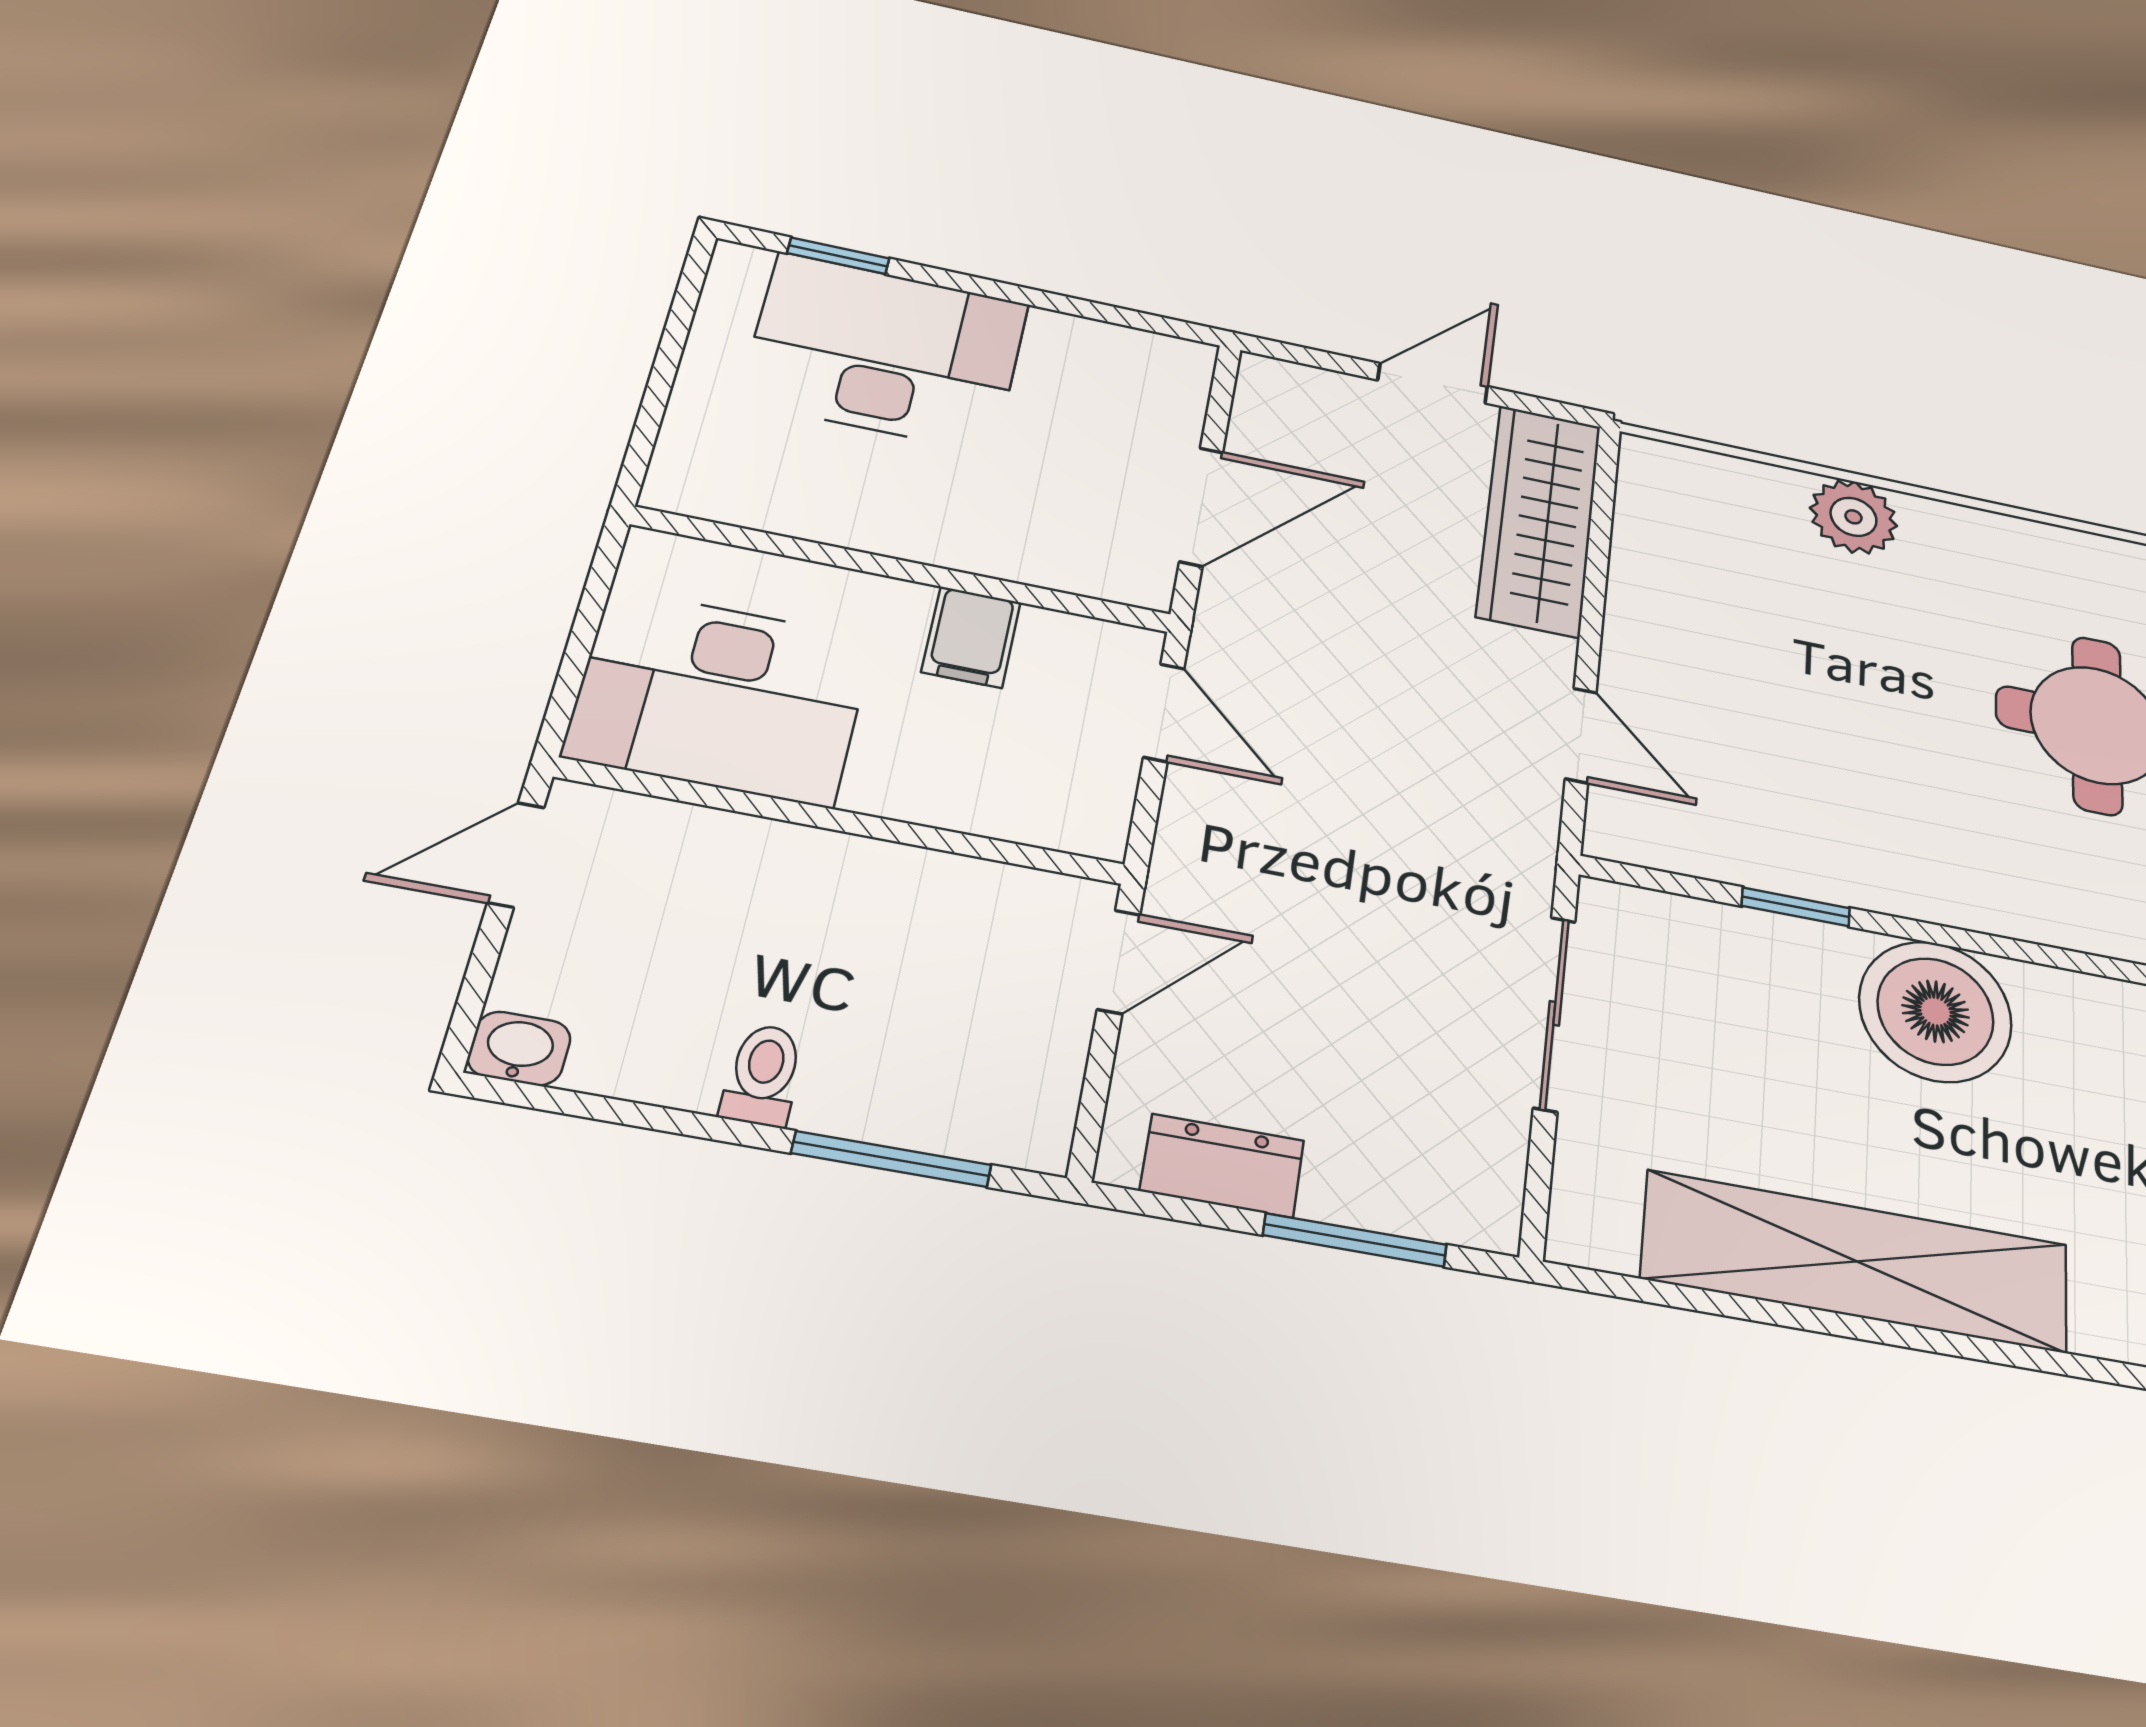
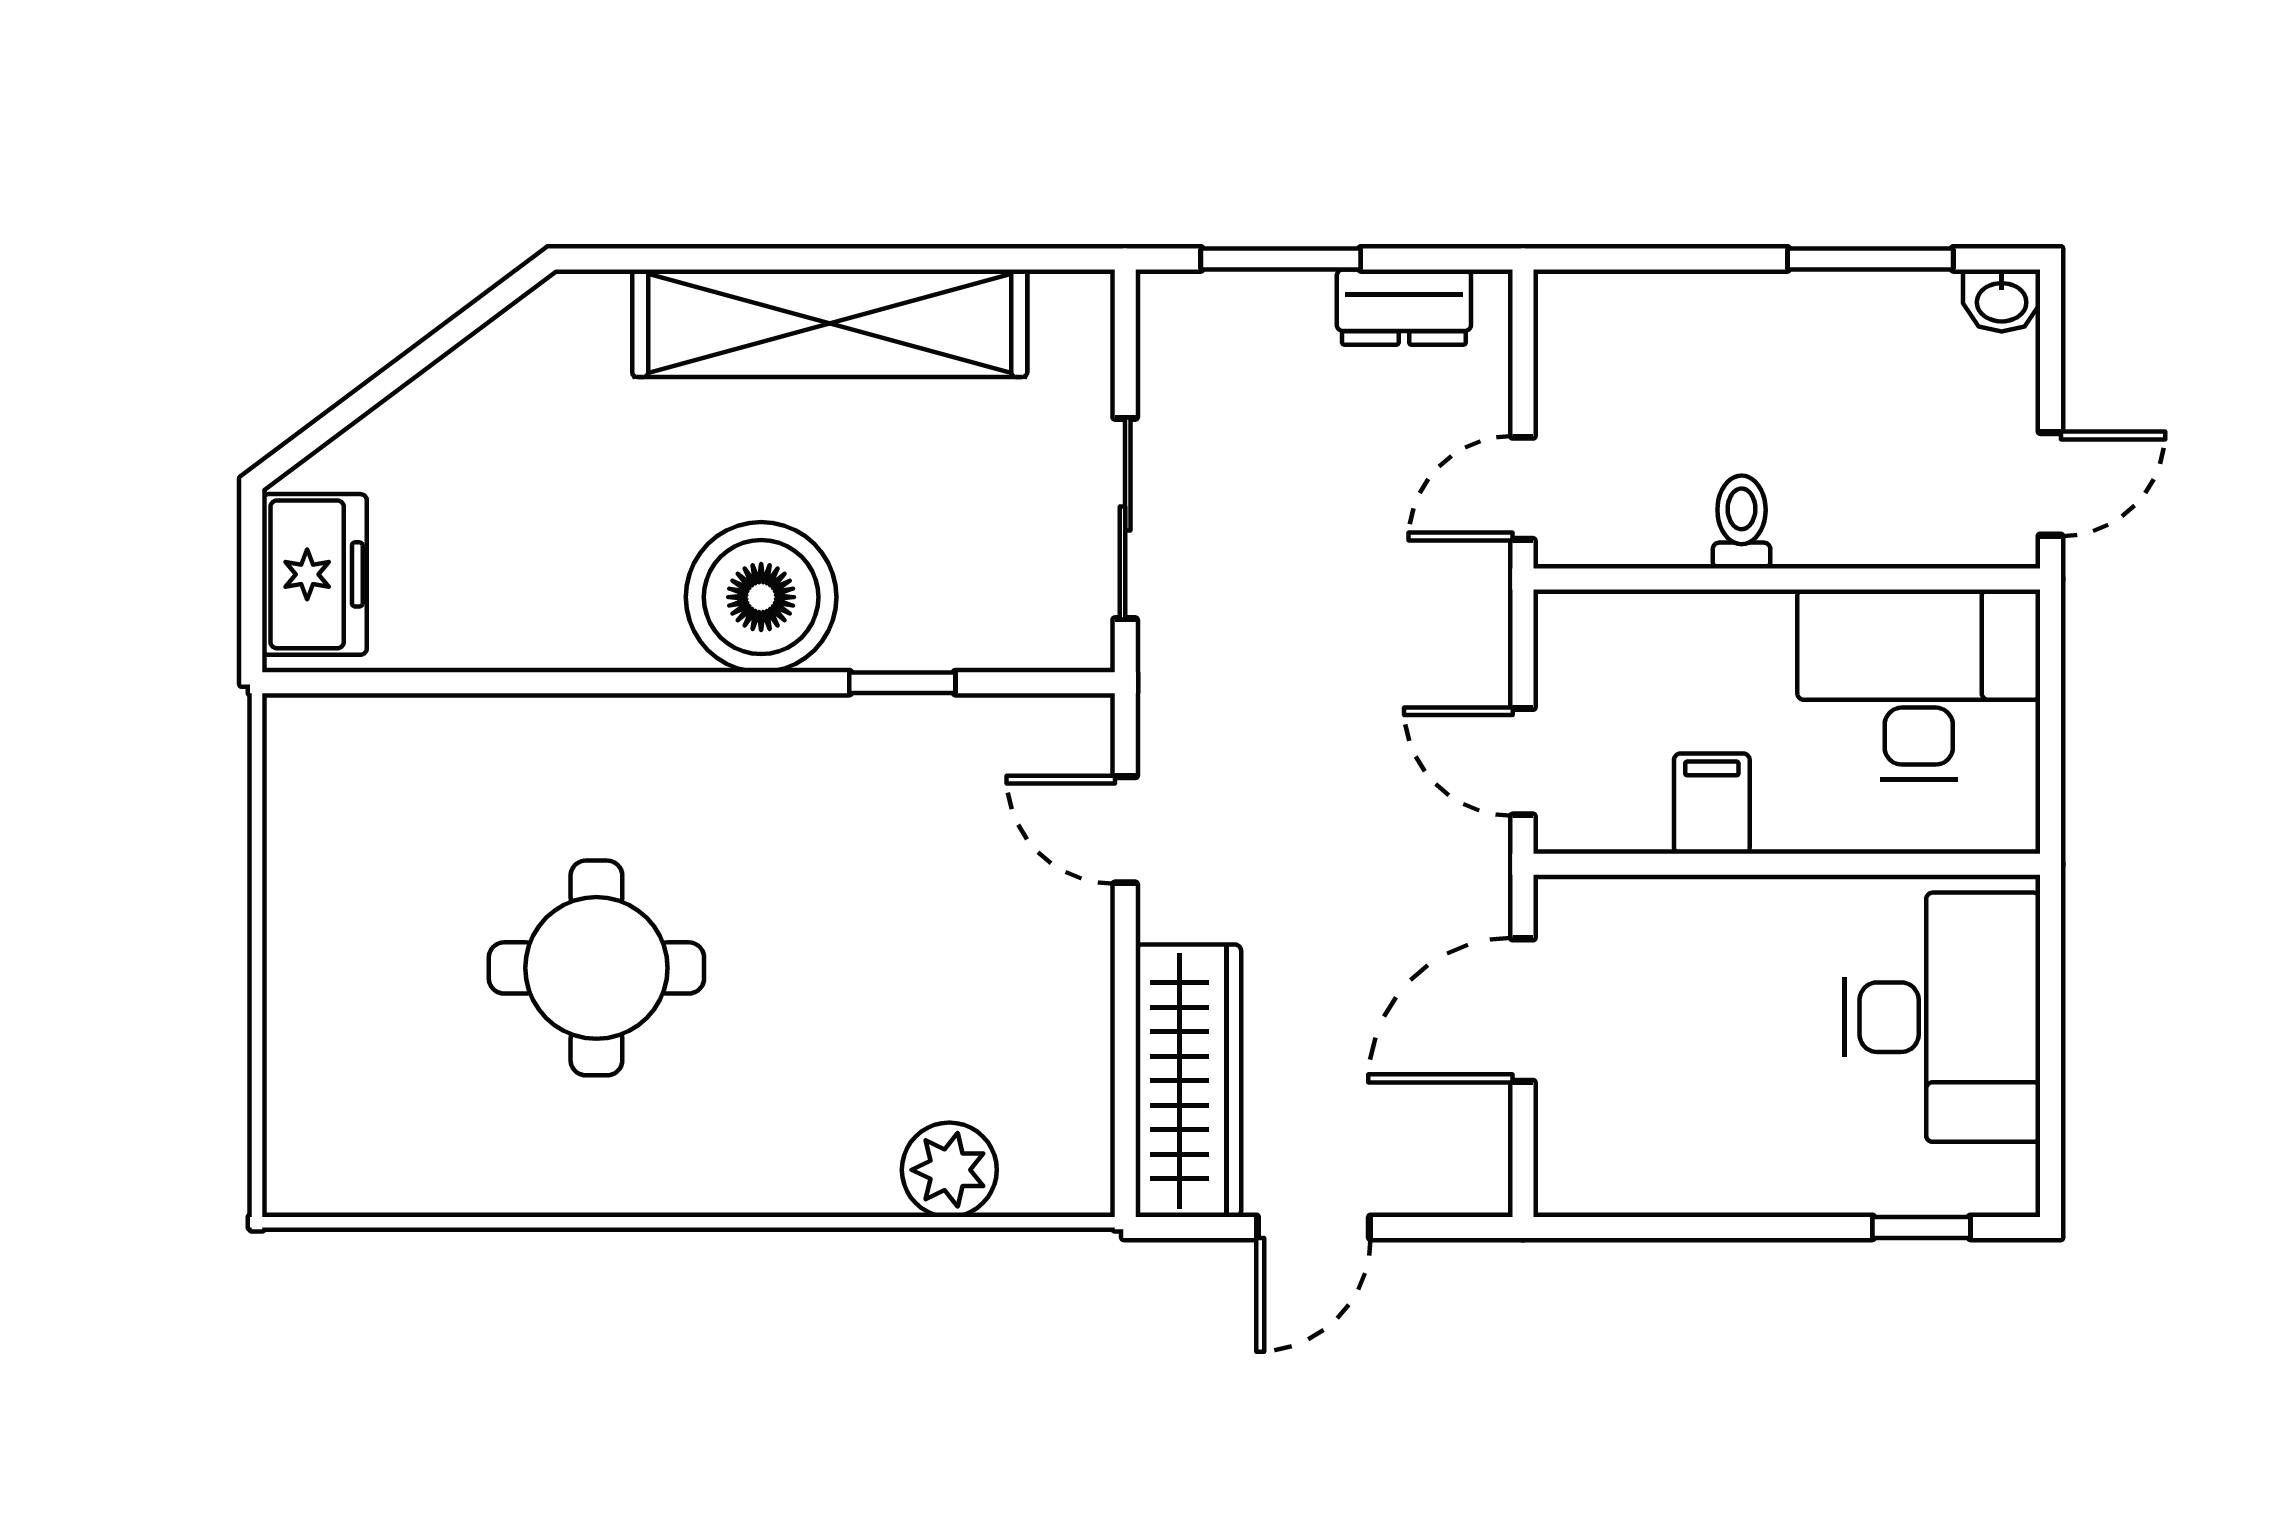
desk: (886, 352) -> (1942, 1017), moved, turned -90
plant: (1853, 517) -> (949, 1170), moved
toilet: (763, 1075) -> (1742, 522), moved, turned 180
window: (892, 1159) -> (1870, 259), moved

